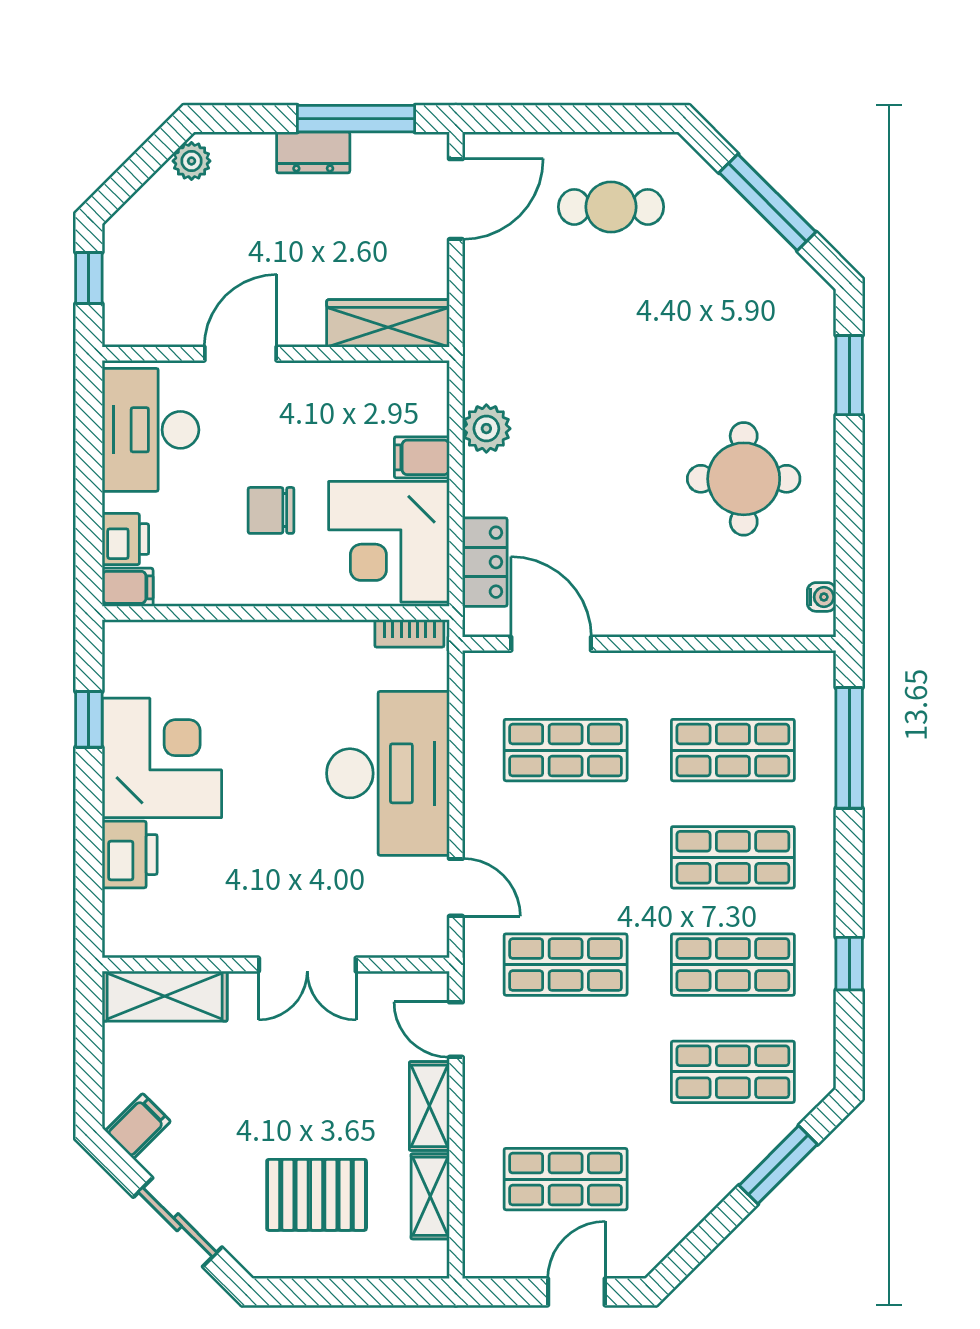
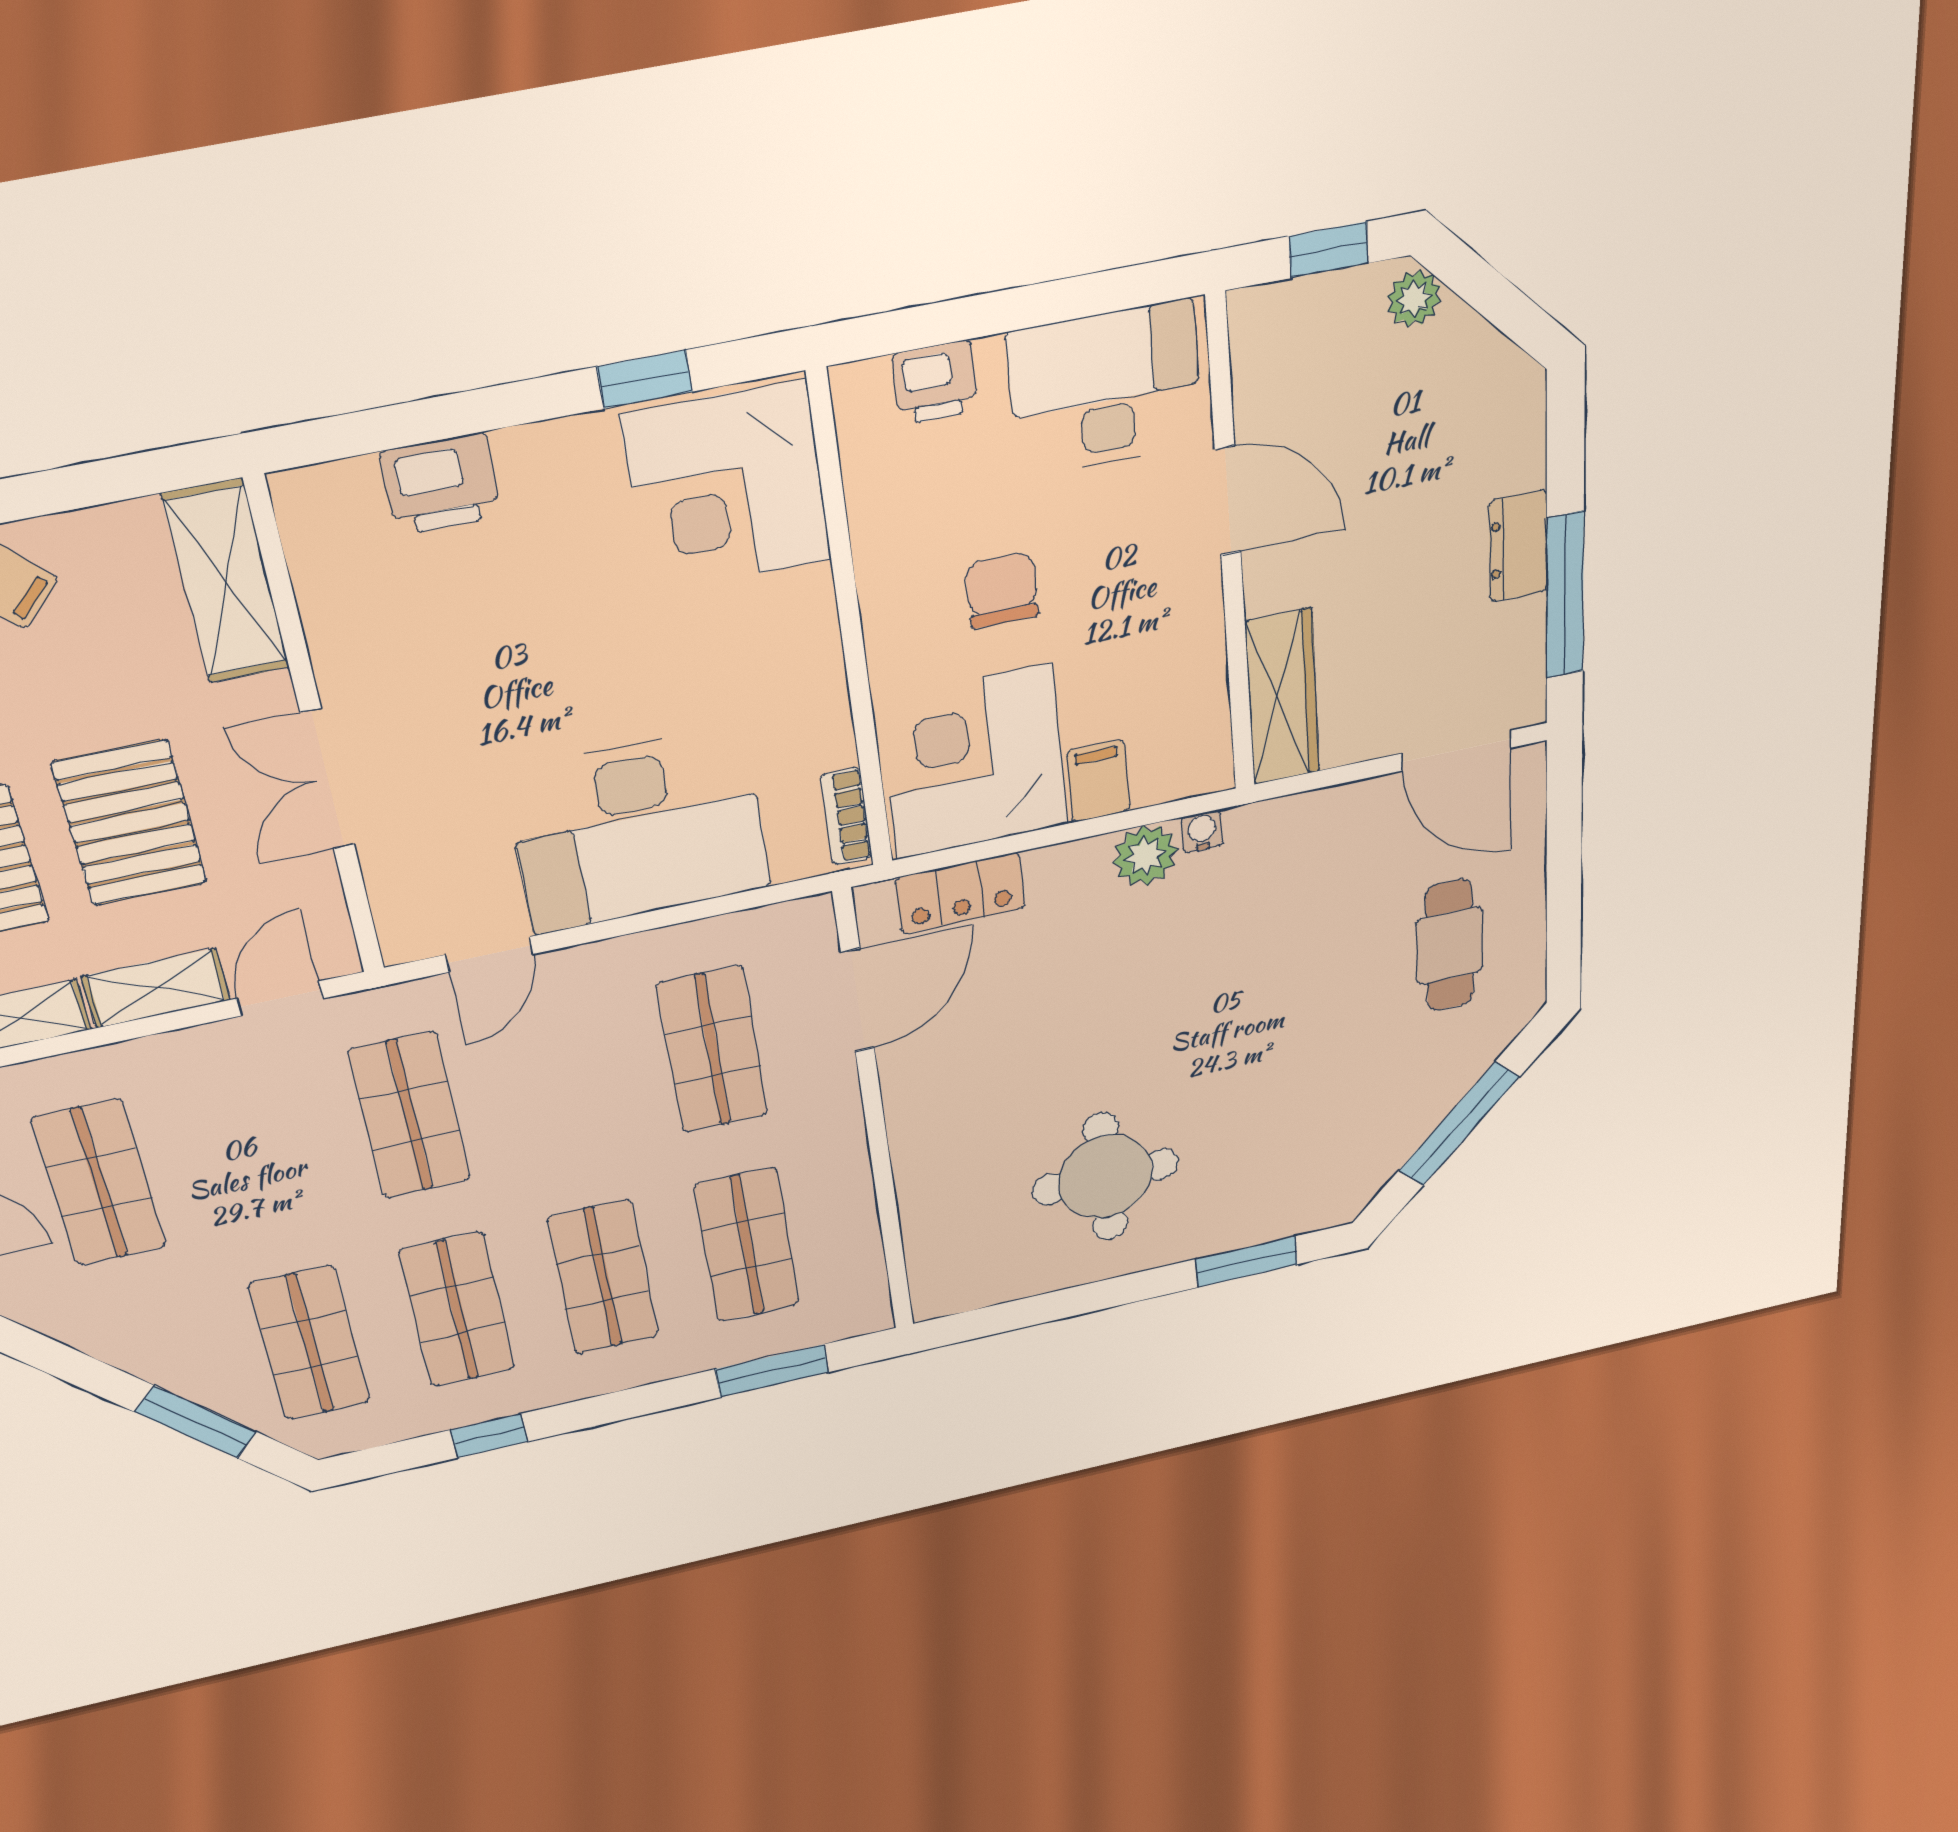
plant: (192, 161) -> (1414, 298), moved
filing cabinet: (128, 587) -> (861, 400), removed
water cooler: (822, 597) -> (1202, 831), moved, turned 180
window: (849, 748) -> (772, 1371), width x0.69
corner desk: (162, 758) -> (727, 488), moved, turned 90
pallet: (310, 1093) -> (130, 823), added

